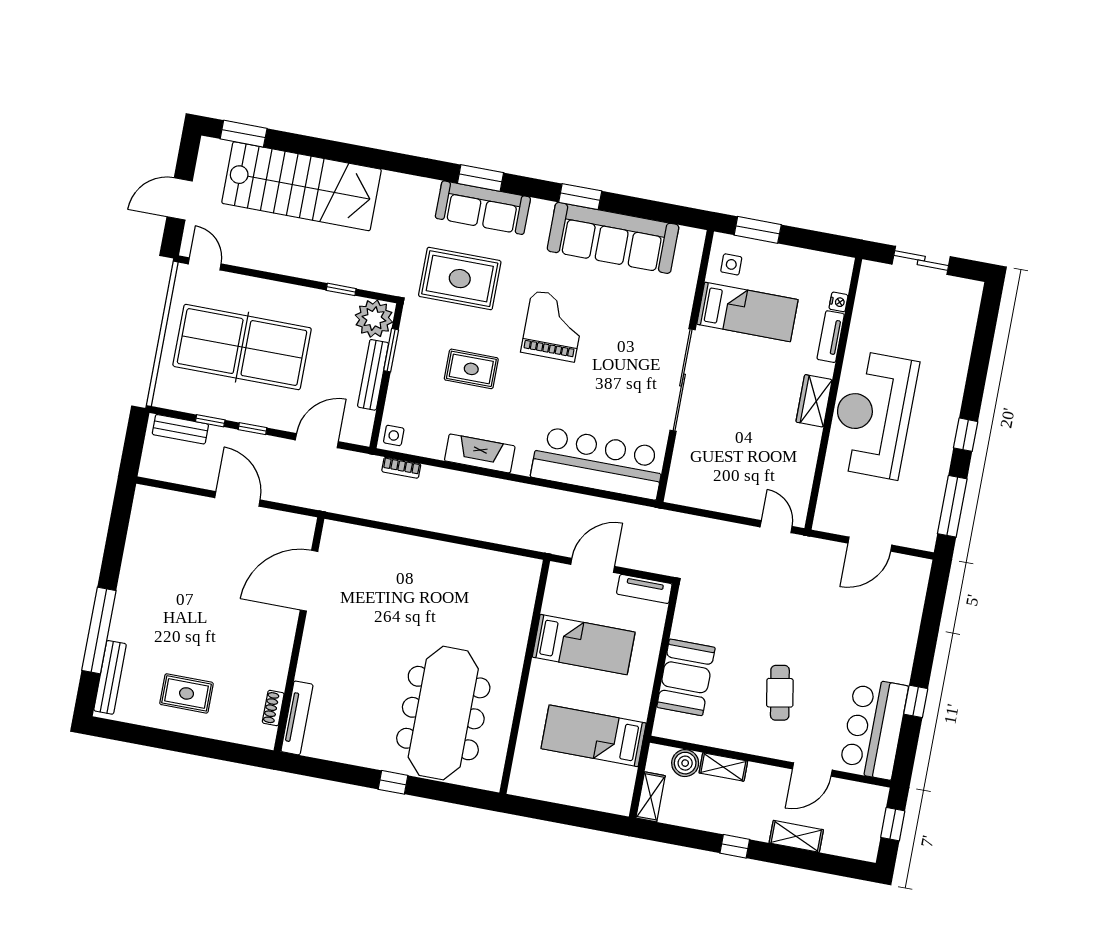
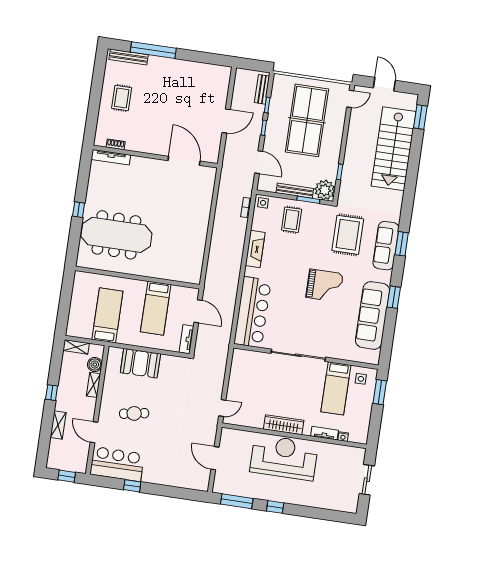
rug: (471, 369) -> (292, 220), moved
wardrobe: (814, 401) -> (284, 425), width x1.50

